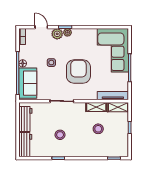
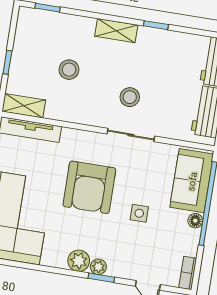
plant: (57, 34) -> (79, 261), moved
shelving: (96, 107) -> (116, 31), moved
stool: (60, 135) -> (130, 97), moved

